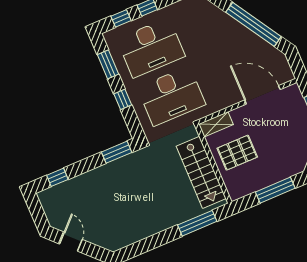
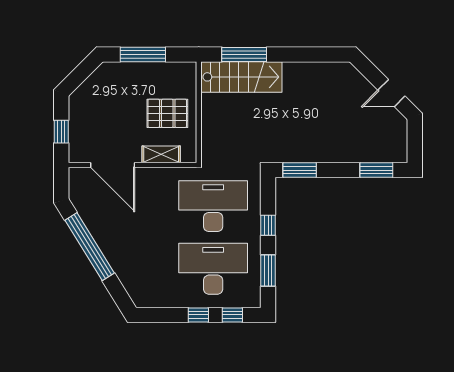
shelving: (216, 124) -> (161, 154), moved
stairs: (201, 172) -> (241, 77), moved, turned 90
window: (57, 177) -> (376, 170), width x1.50
door: (71, 242) -> (391, 93), hinge flipped

